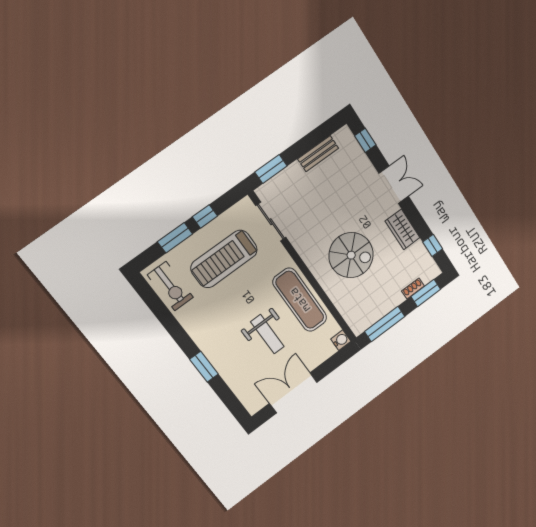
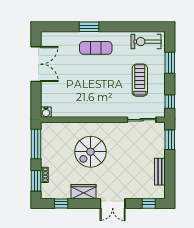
window: (205, 216) -> (170, 102), moved
treadmill: (224, 259) -> (140, 80), width x0.73, depth x0.73
exercise mat: (300, 300) -> (96, 48), moved, width x0.73, depth x0.69
weight bench: (267, 334) -> (81, 74), removed

